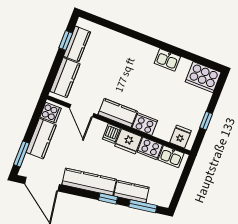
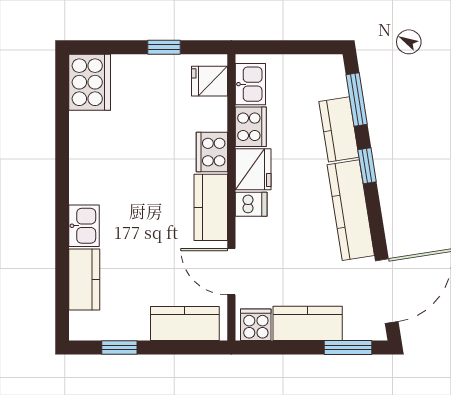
kitchen counter: (77, 44) -> (84, 279), moved, turned 90
kitchen sink: (167, 60) -> (84, 226), moved
door: (82, 111) -> (231, 272), swing flipped

